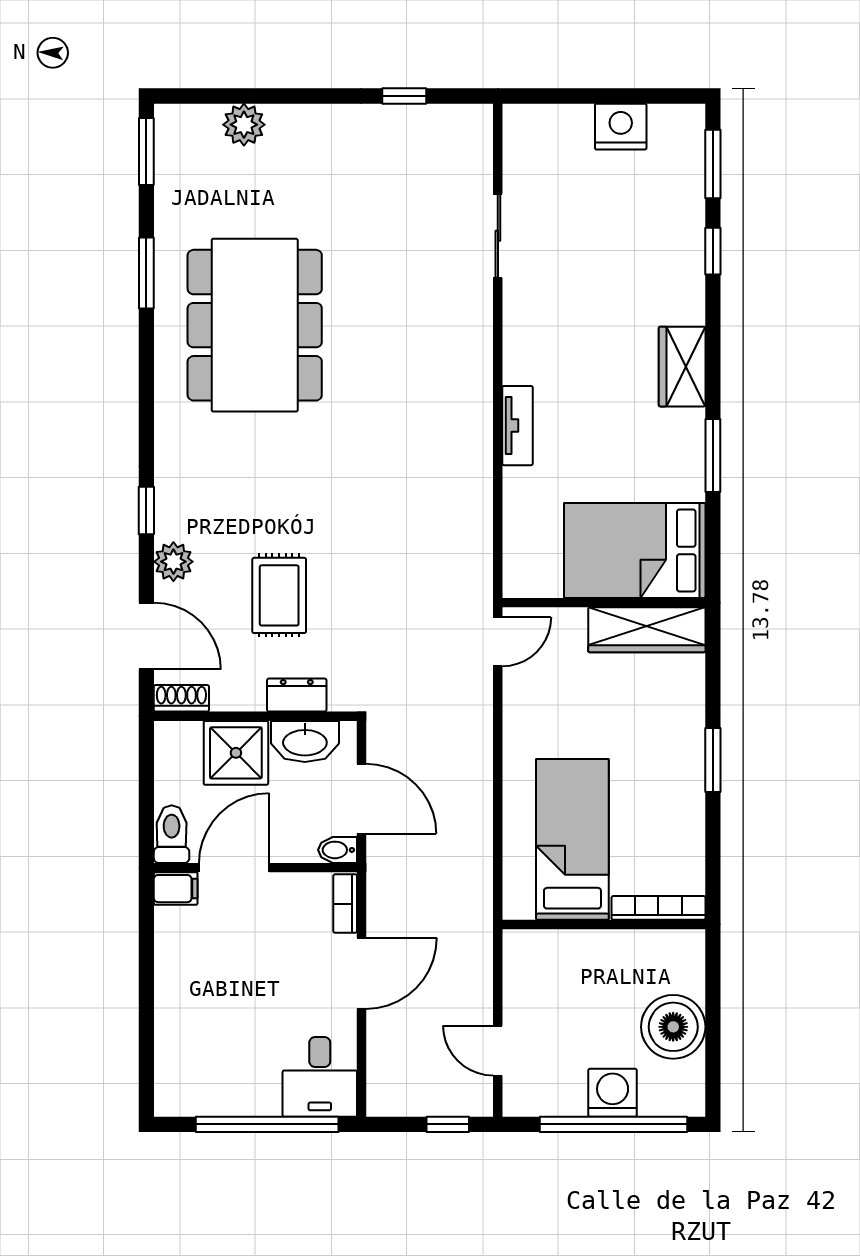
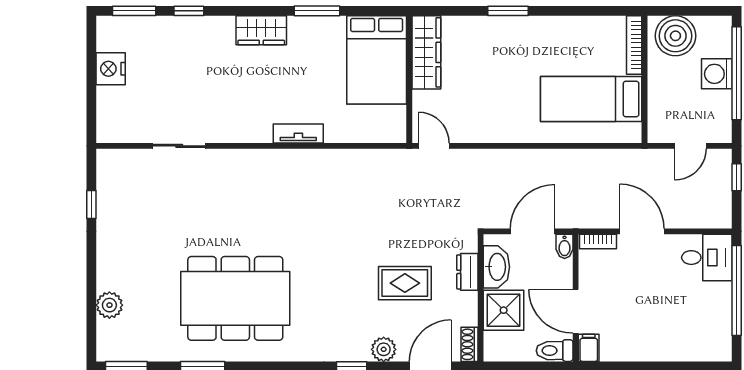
bed: (572, 839) -> (591, 99), moved
bookcase: (658, 908) -> (634, 45), moved
wall: (604, 924) -> (645, 79), moved

